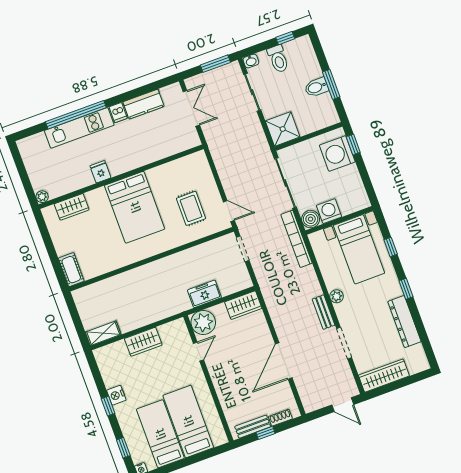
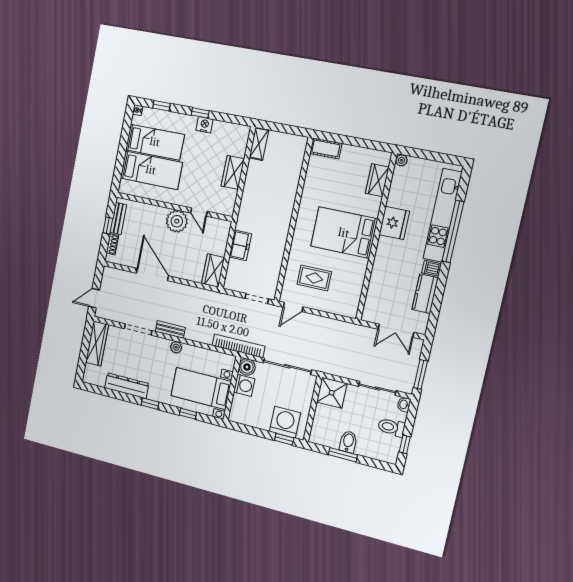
kitchen unit: (79, 128) -> (443, 215), width x1.36
fridge: (100, 172) -> (394, 223), width x1.88, depth x1.34
plant: (203, 322) -> (177, 221), moved

